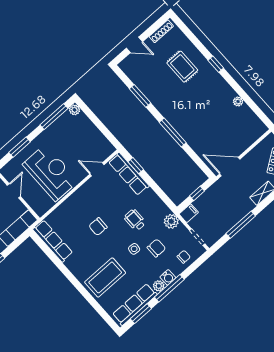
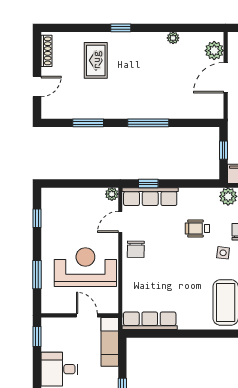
rug: (182, 67) -> (96, 60), turned 90
plant: (75, 110) -> (112, 194), moved
window: (54, 117) -> (37, 218), width x0.46
plant: (253, 133) -> (214, 51), added
door: (230, 167) -> (226, 78), moved
door: (14, 191) -> (87, 315), moved
chair: (98, 227) -> (136, 249), moved

